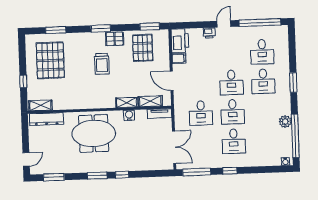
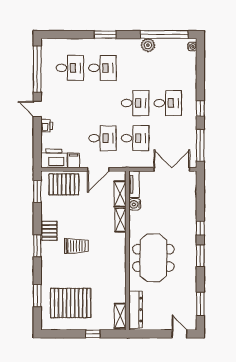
pallet: (143, 48) -> (64, 184), moved
desk: (231, 82) -> (102, 138), moved
water cooler: (129, 115) -> (135, 204), moved

